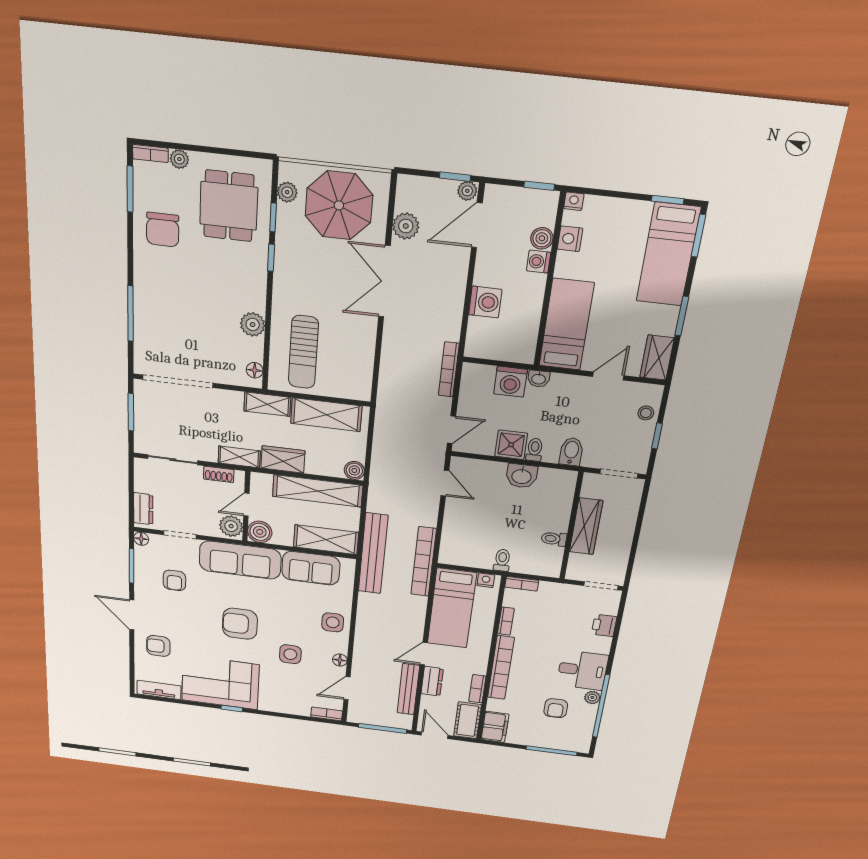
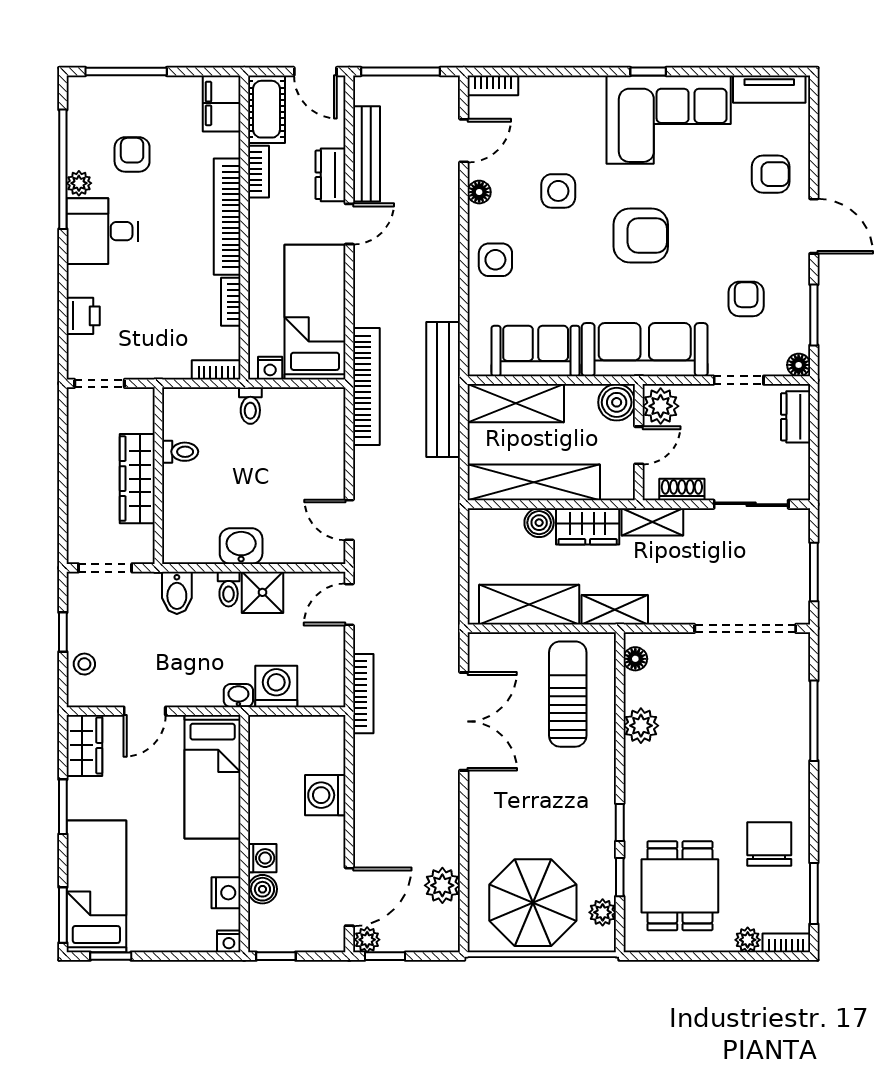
double door: (384, 281) -> (464, 721), moved
boiler: (354, 470) -> (539, 523), moved

